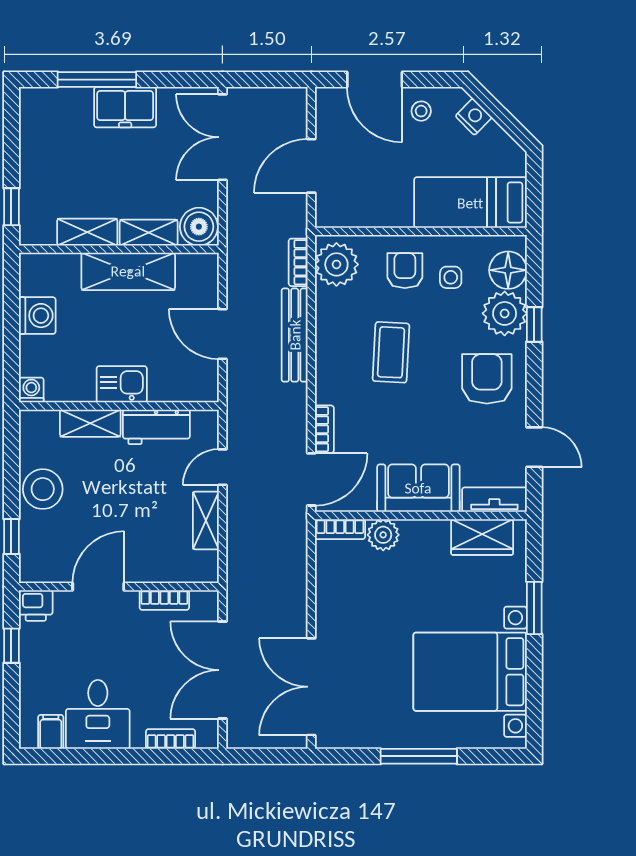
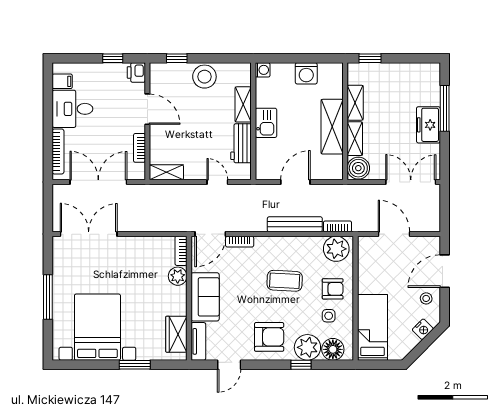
door: (311, 479) -> (210, 234), hinge flipped
shelving: (206, 521) -> (166, 172), moved
bookcase: (171, 739) -> (58, 151), width x1.56

